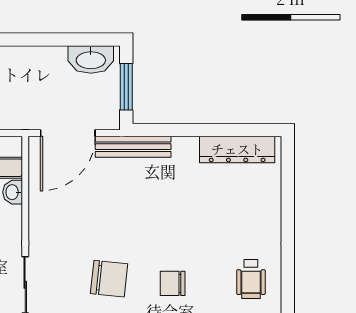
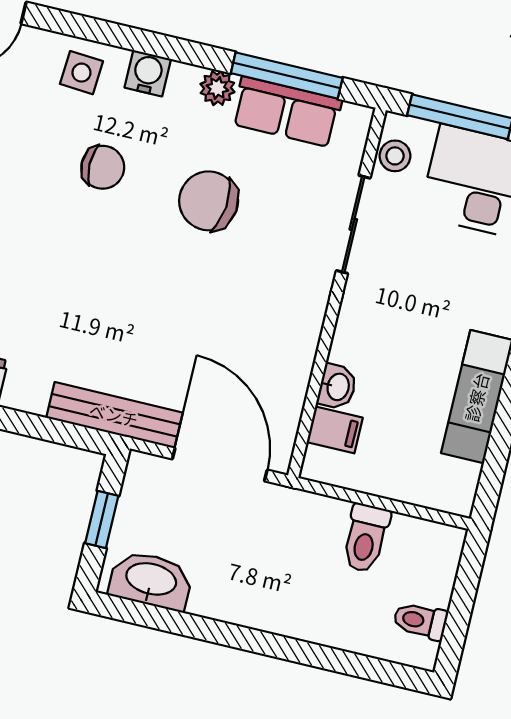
window: (126, 87) -> (102, 520), width x0.67
door: (68, 133) -> (220, 464), hinge flipped

